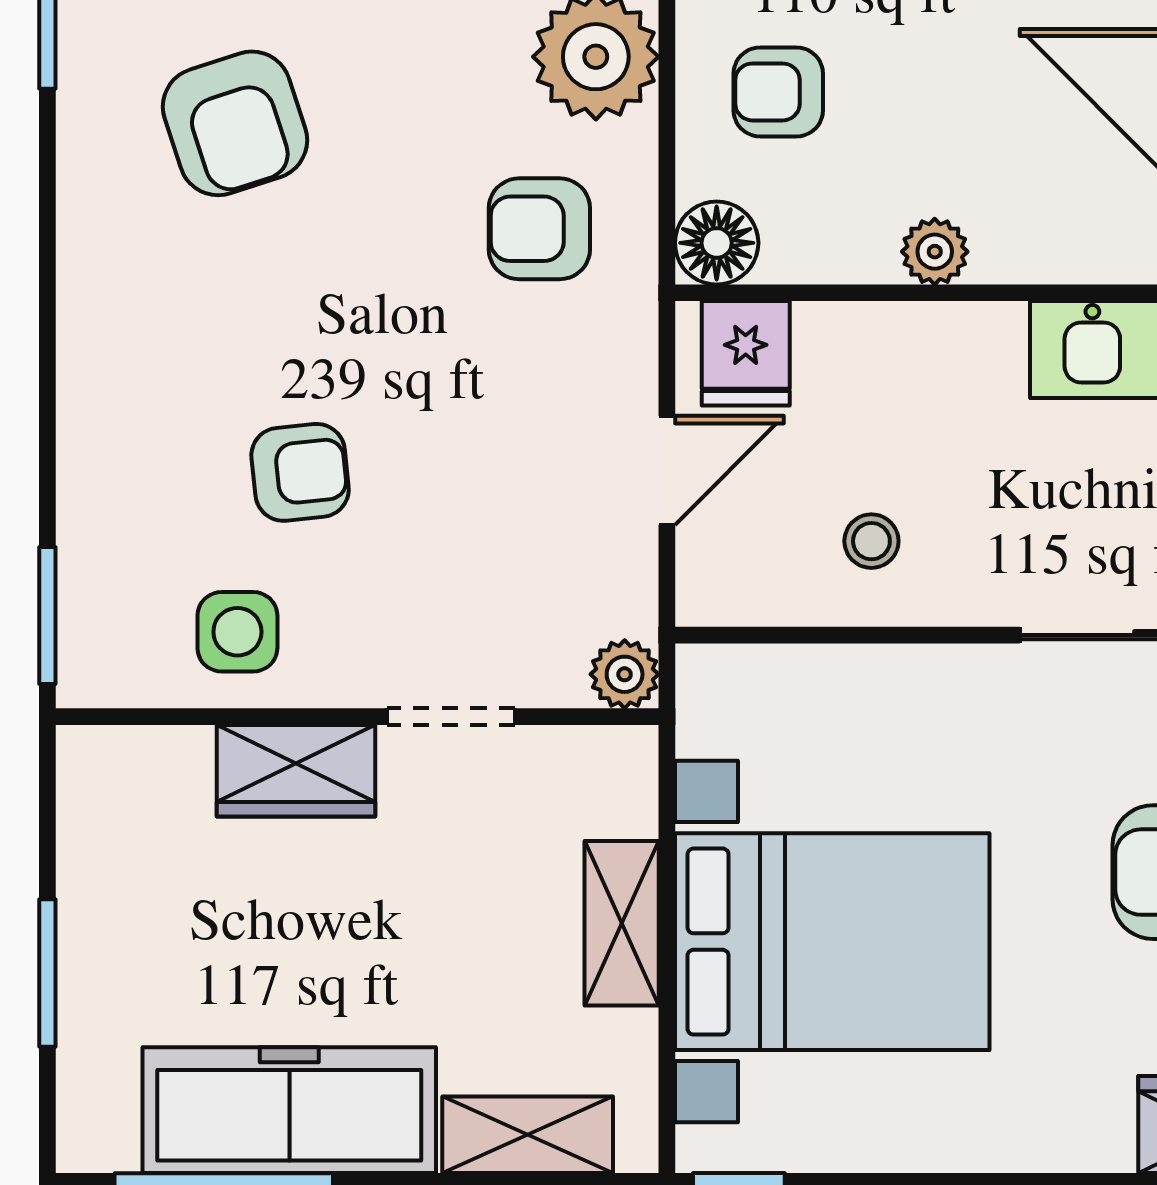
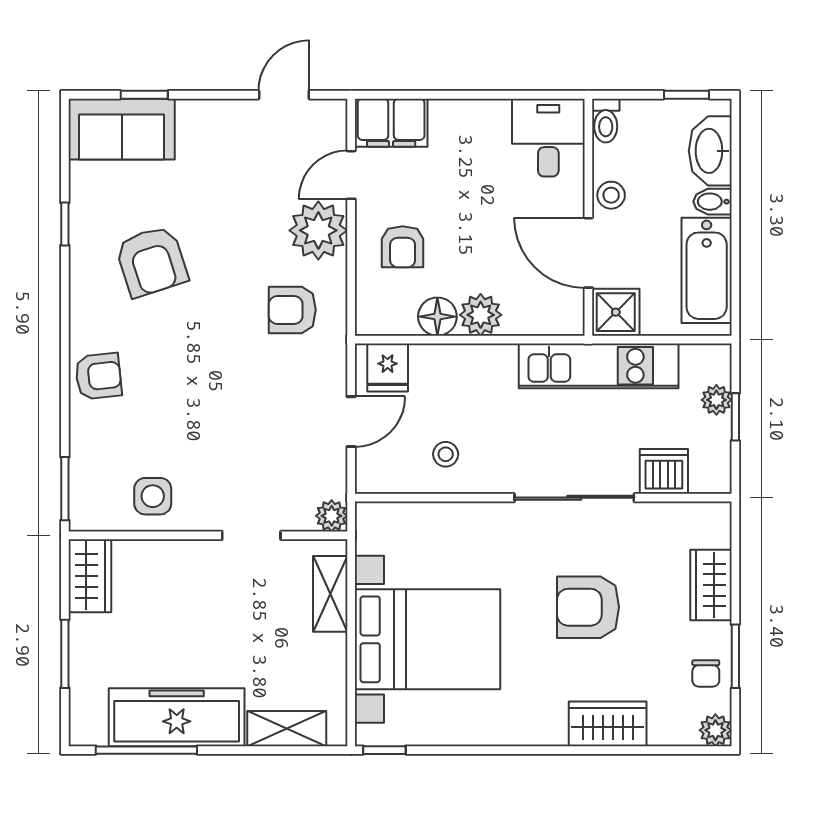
armchair: (778, 92) -> (403, 247), turned -90
floor lamp: (717, 243) -> (437, 317), moved
plant: (935, 252) -> (481, 315), width x1.38, depth x1.38
armchair: (300, 472) -> (98, 376), moved
wardrobe: (296, 771) -> (90, 576), moved, turned -90
shelving: (622, 923) -> (330, 594), moved

